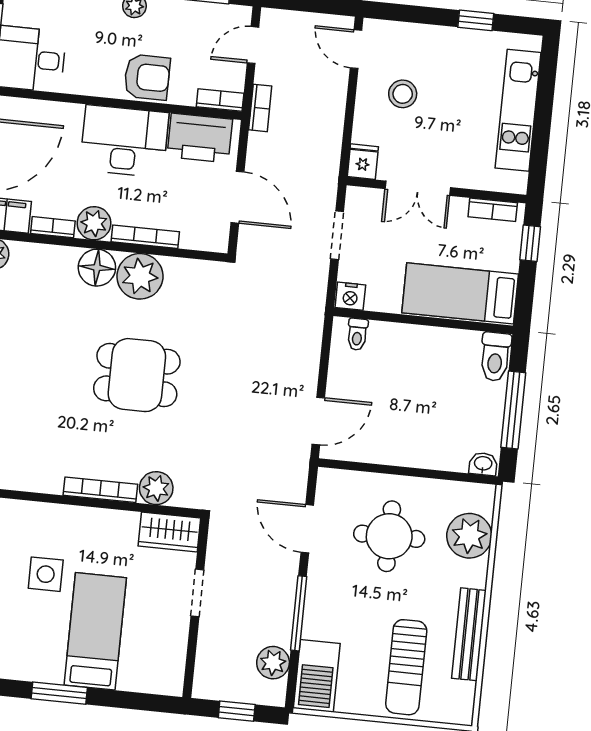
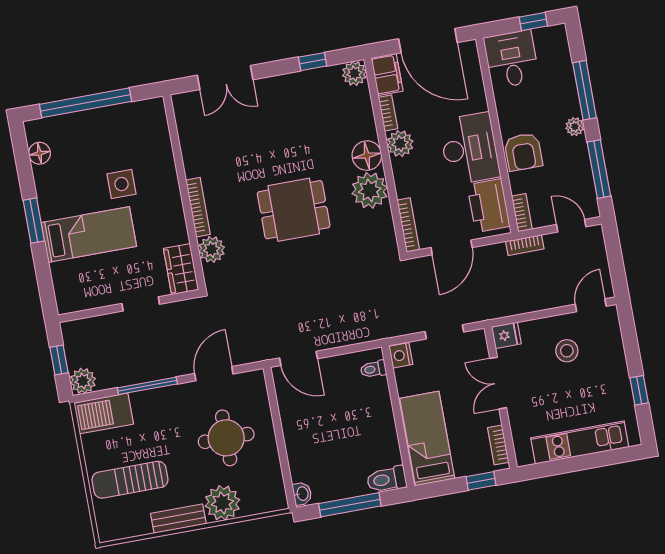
bookcase: (145, 237) -> (408, 225), moved
dining table: (137, 375) -> (294, 210), turned 90
plant: (469, 536) -> (222, 503), moved
bench: (469, 634) -> (178, 519), width x0.73
plant: (273, 663) -> (83, 381), moved

